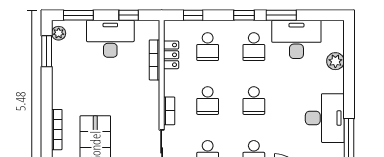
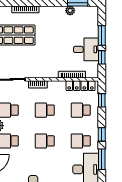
window: (78, 15) -> (102, 35), moved
plant: (59, 33) -> (70, 11), moved
desk: (110, 39) -> (86, 49), width x0.73
locker: (171, 55) -> (81, 86), width x1.53

